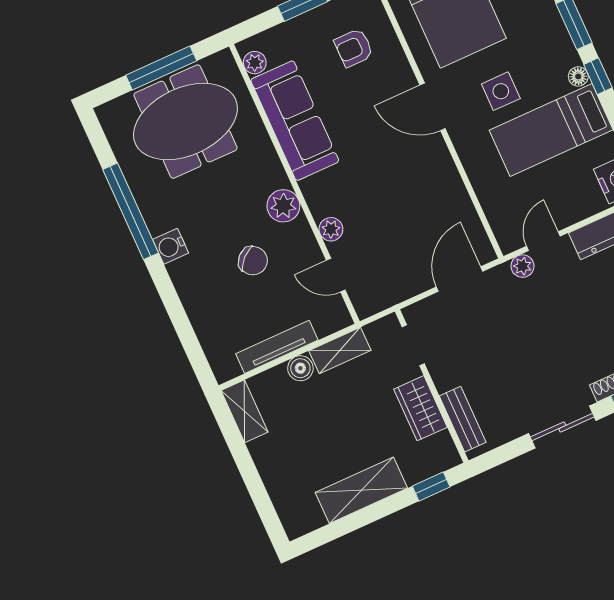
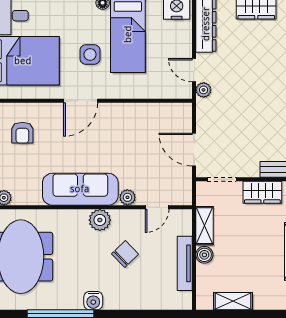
sofa: (295, 121) -> (80, 189), moved
door: (460, 279) -> (194, 150), moved
shelving: (245, 411) -> (233, 301), moved

